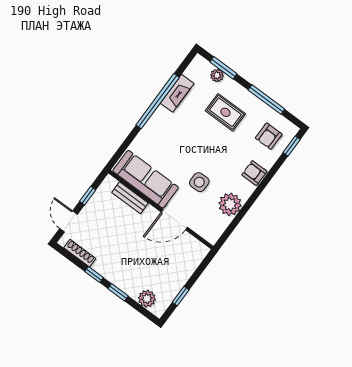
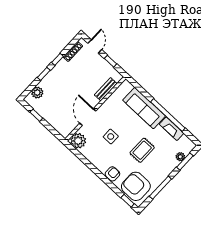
rug: (225, 112) -> (142, 150), moved
armchair: (269, 136) -> (136, 186), width x1.88, depth x1.88
sofa: (146, 179) -> (144, 108), moved, turned 90
plant: (230, 204) -> (78, 141), moved
door: (69, 221) -> (95, 46), hinge flipped

